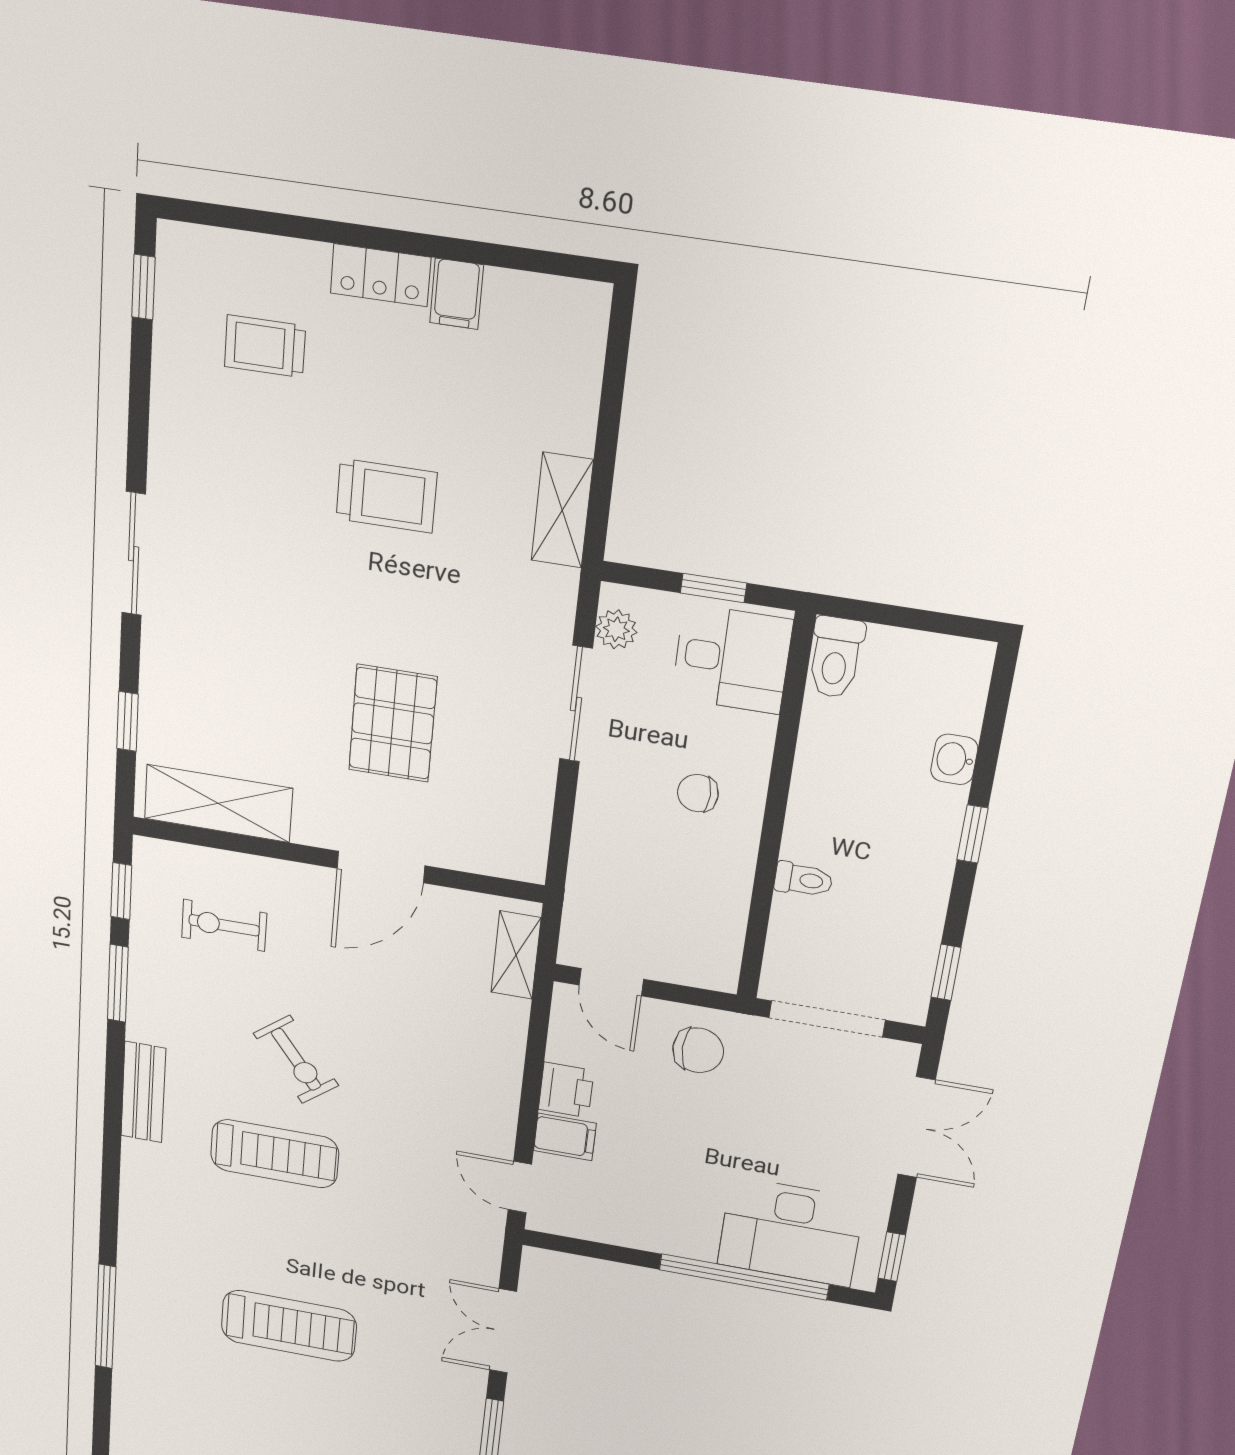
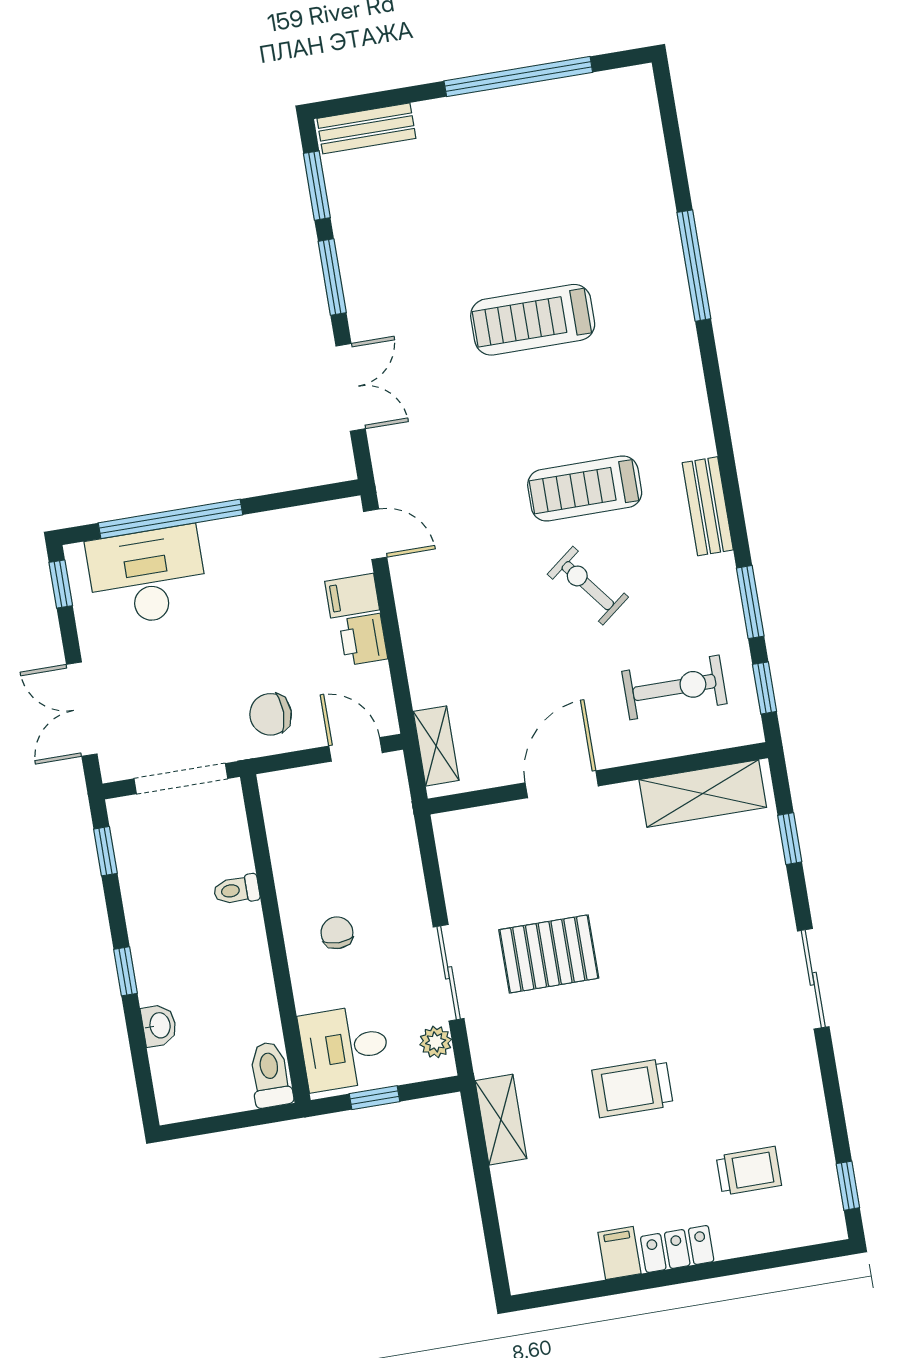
pallet: (393, 723) -> (549, 954), moved, turned 90
chair: (698, 793) -> (337, 933), turned -90
exercise bike: (224, 925) -> (674, 687), width x1.38, depth x1.39

